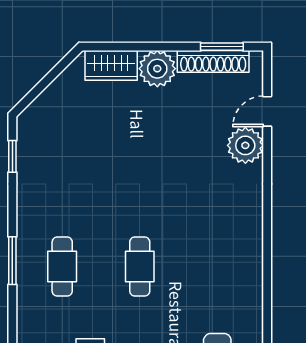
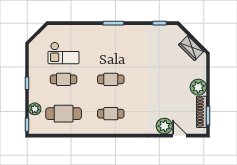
wardrobe: (111, 65) -> (191, 48), moved, turned -45
cafe table: (62, 267) -> (111, 114), moved

